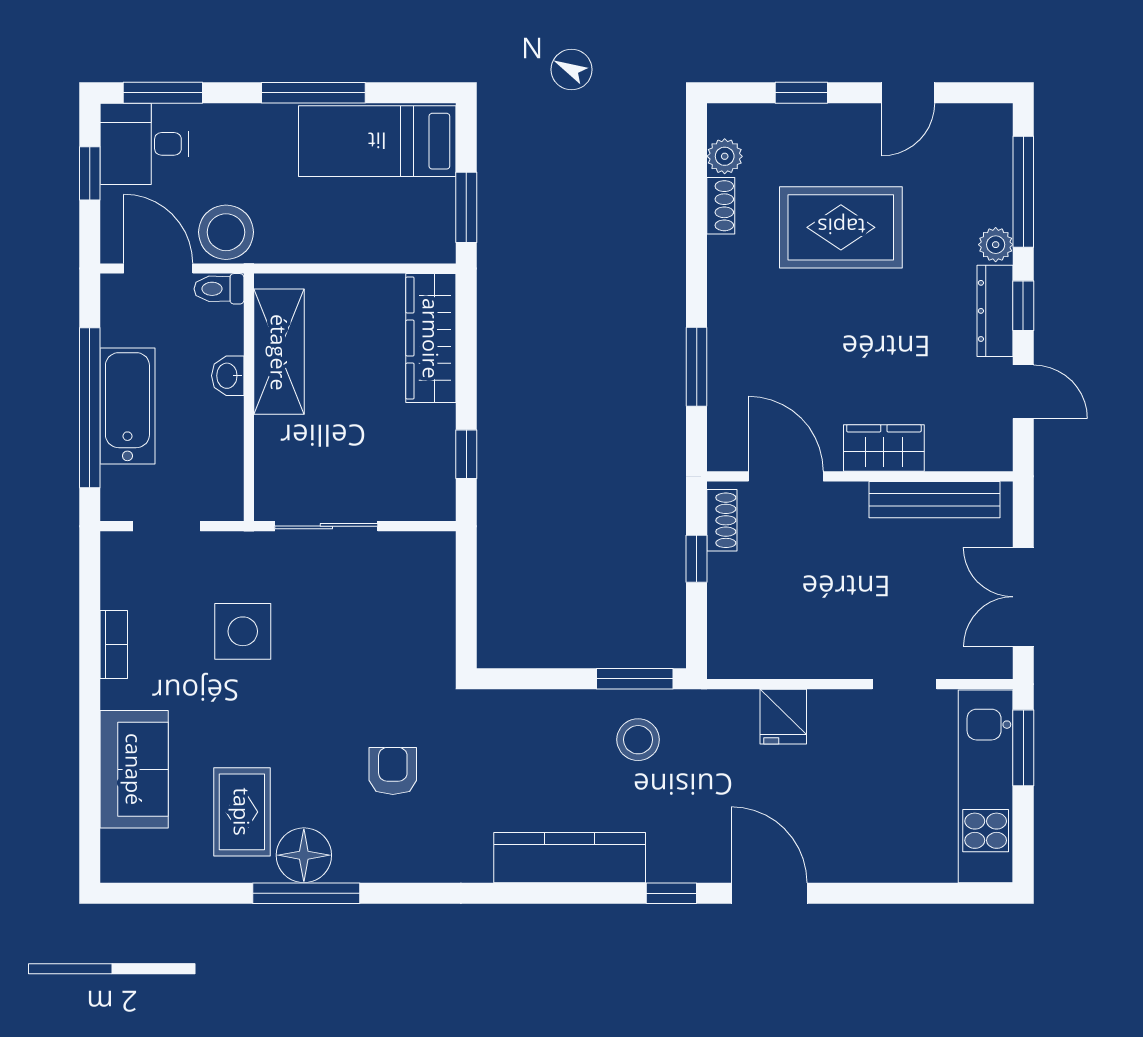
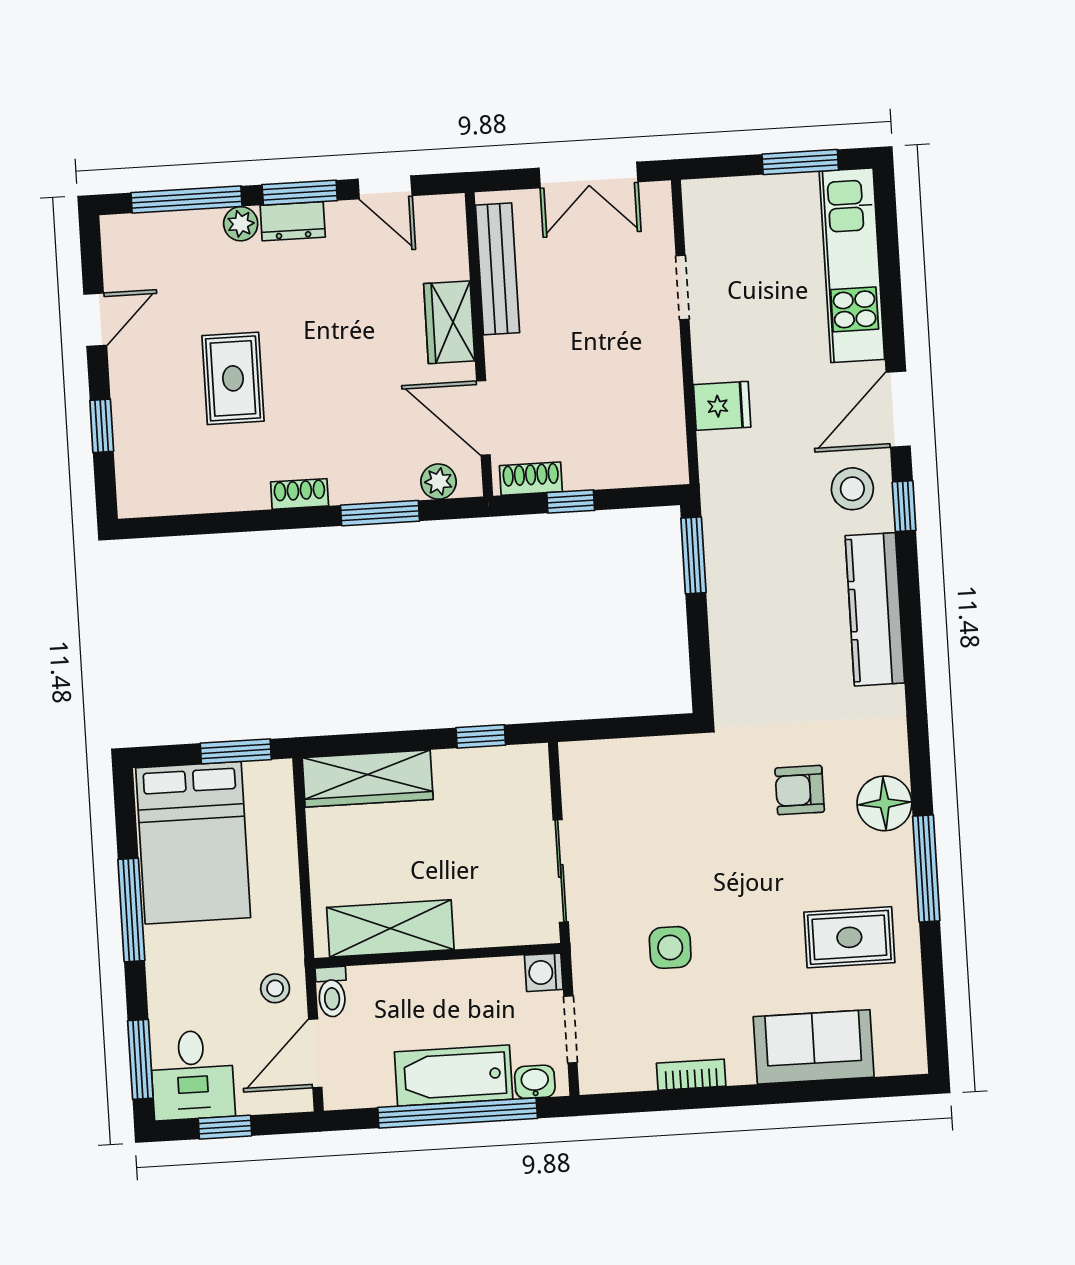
door: (908, 93) -> (95, 320), hinge flipped
bed: (377, 141) -> (193, 843), width x1.50
plant: (725, 156) -> (439, 482), moved
shoe rack: (721, 206) -> (300, 494), moved
rug: (841, 227) -> (233, 378), width x0.73, depth x0.70
stool: (226, 232) -> (275, 988), width x0.53, depth x0.53
window: (1023, 306) -> (300, 193), width x1.50
dresser: (995, 311) -> (293, 221), width x0.70
washbasin: (228, 376) -> (535, 1082), moved, turned 180
door: (1023, 392) -> (385, 187), swing flipped
door: (786, 476) -> (483, 418), hinge flipped
washing machine: (226, 503) -> (544, 972), added
side table: (243, 631) -> (670, 947), width x0.73, depth x0.73
stool: (638, 740) -> (852, 489), moved
window: (1023, 748) -> (800, 162), moved
kitchen unit: (986, 786) -> (852, 265), moved, turned 90
floor lamp: (304, 855) -> (884, 803), moved

